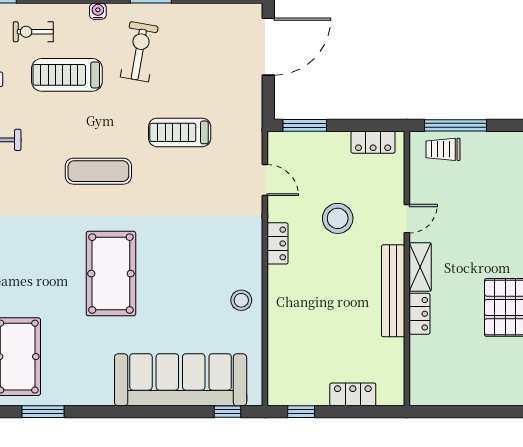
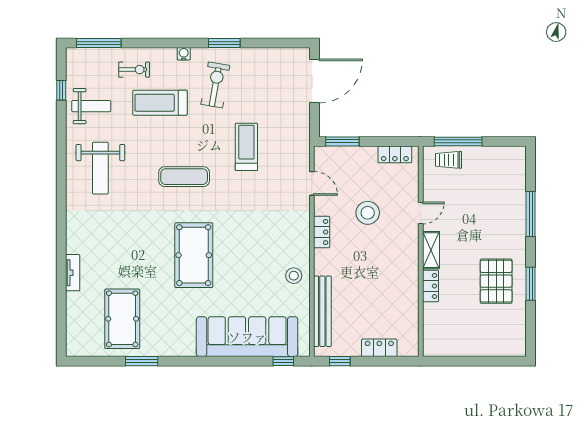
exercise bike: (33, 32) -> (134, 70), turned 180
treadmill: (180, 132) -> (246, 147), turned 90
bench: (393, 291) -> (322, 311), moved

